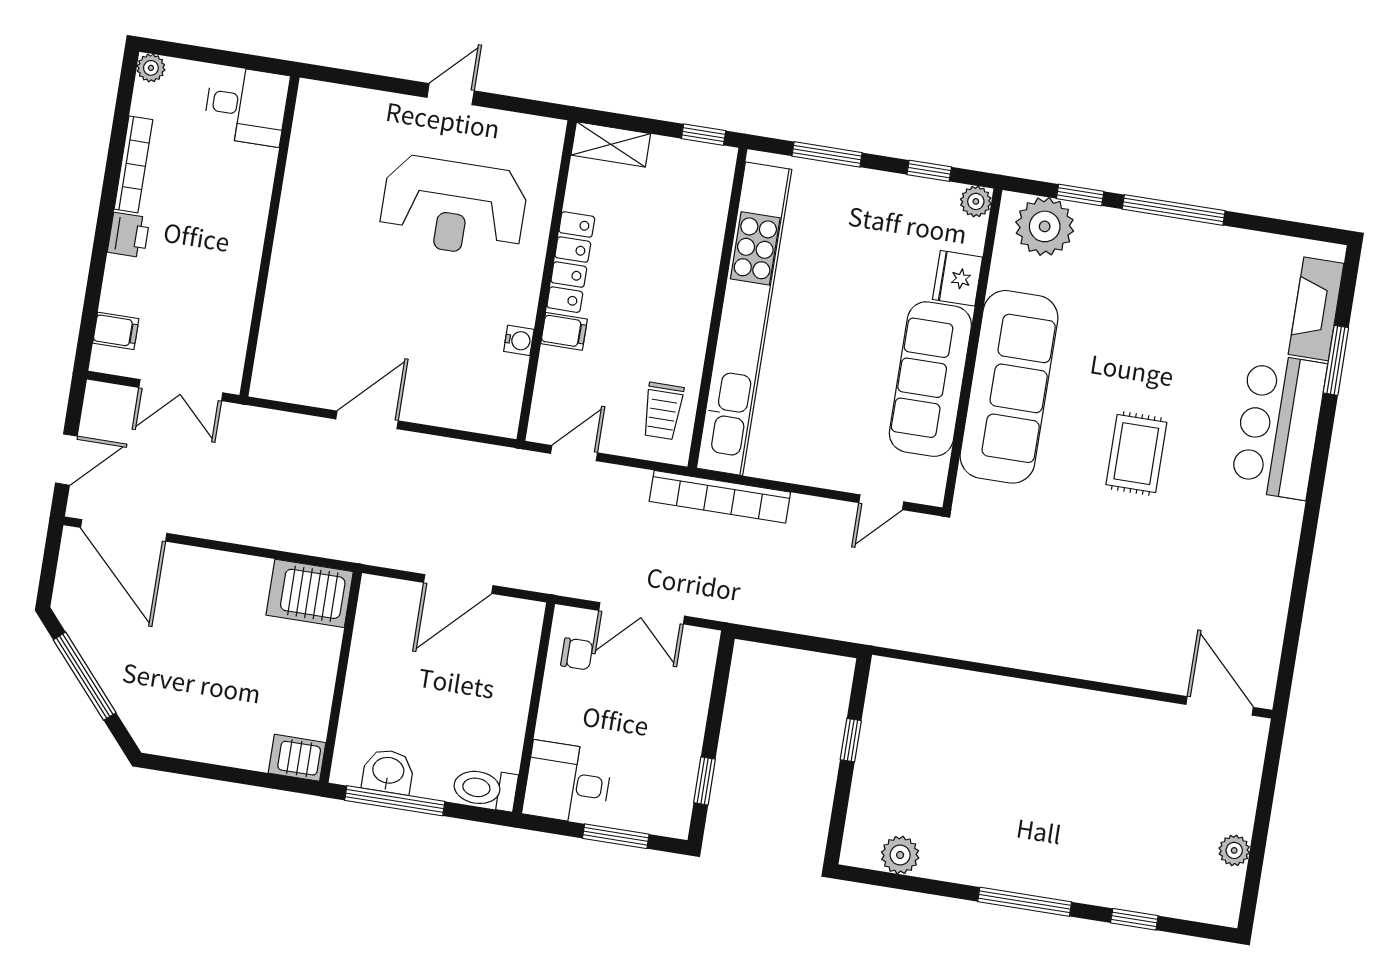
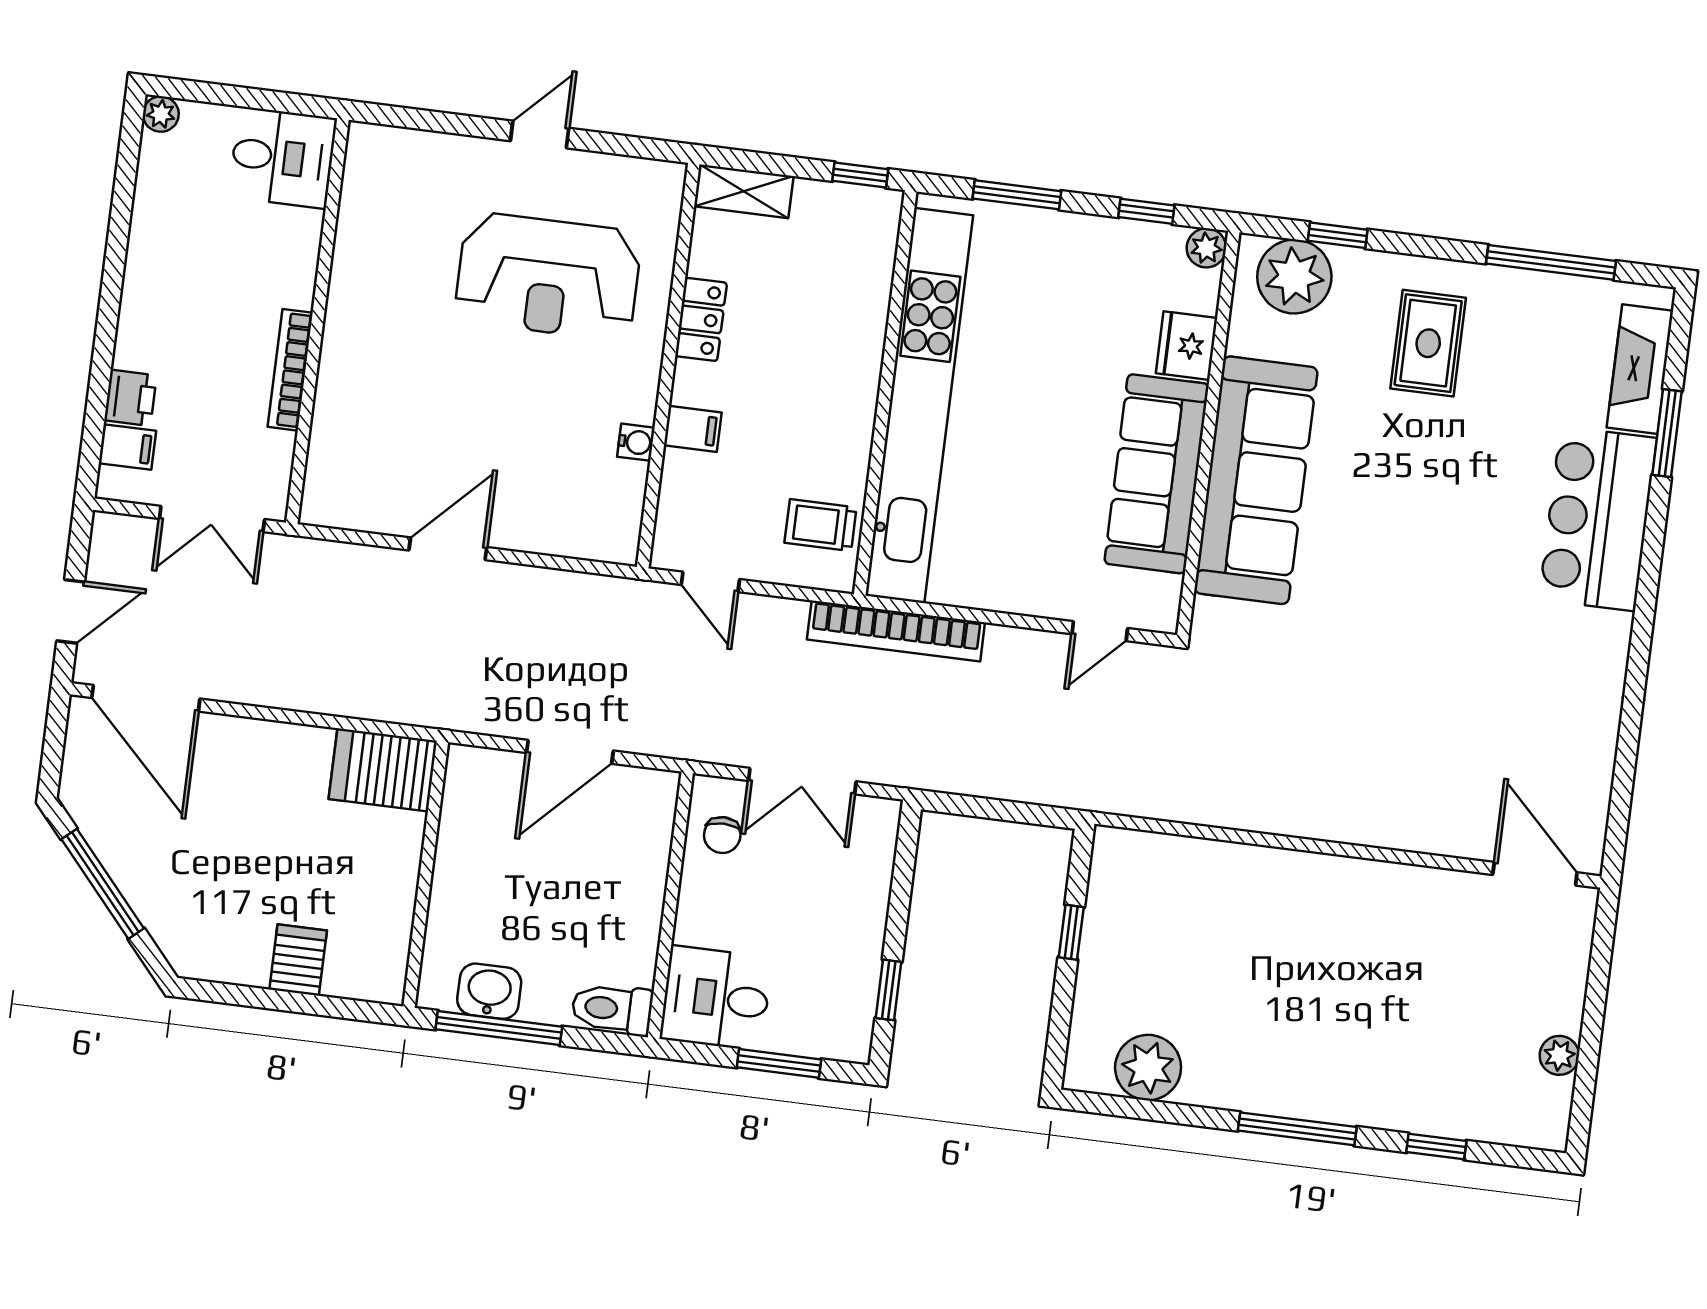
bookcase: (133, 164) -> (290, 370), moved, turned 180
window: (1174, 210) -> (1551, 262), moved
printer: (129, 235) -> (130, 398), moved
locker: (571, 262) -> (701, 319), width x0.66
trolley: (663, 411) -> (820, 525), turned 90
door: (574, 453) -> (710, 582), swing flipped
rug: (1136, 454) -> (1428, 343), moved
chair: (577, 654) -> (722, 835), turned 90
server rack: (297, 758) -> (298, 960), moved, turned 90
plant: (900, 855) -> (1148, 1068), width x1.36, depth x1.36

